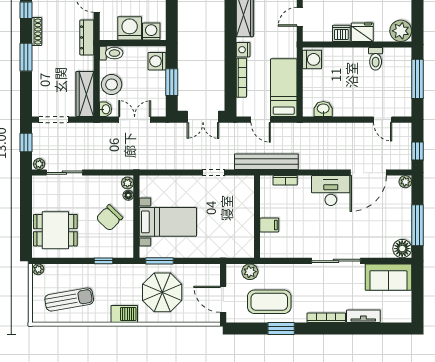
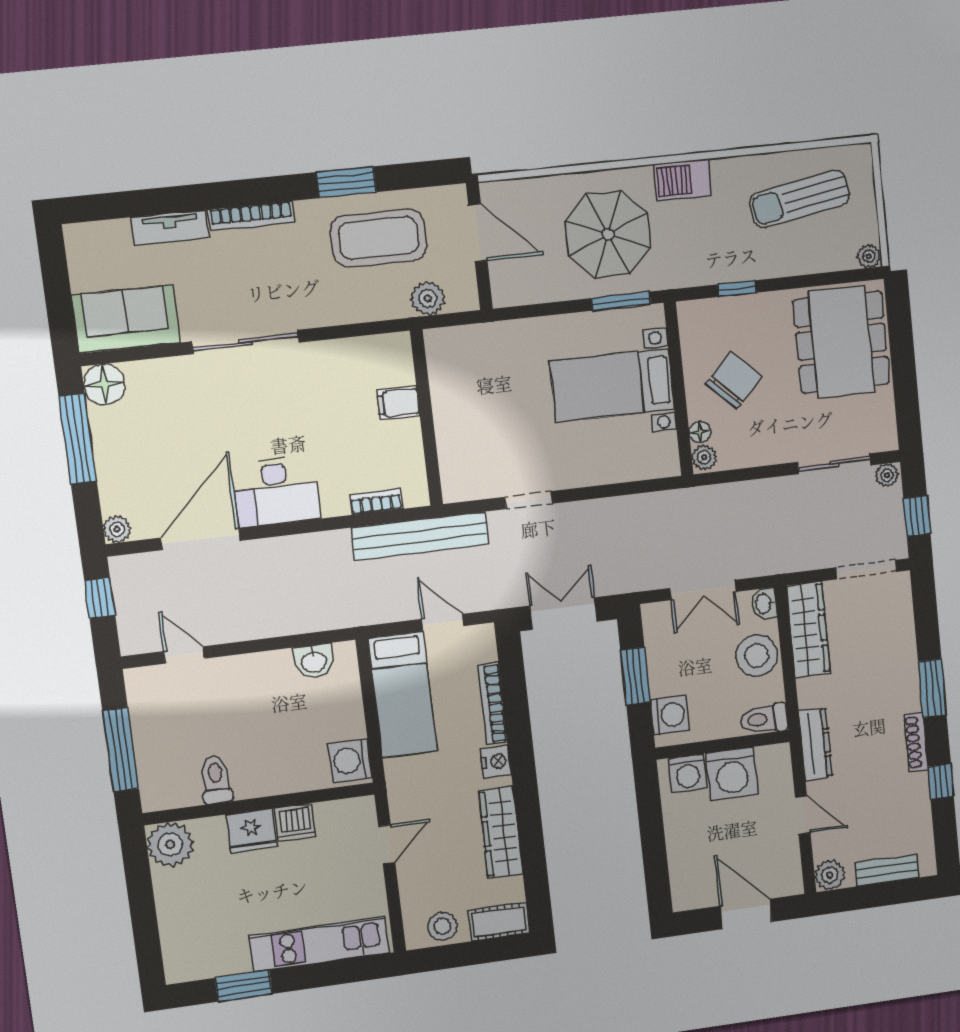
dining table: (55, 230) -> (841, 342), width x1.38

